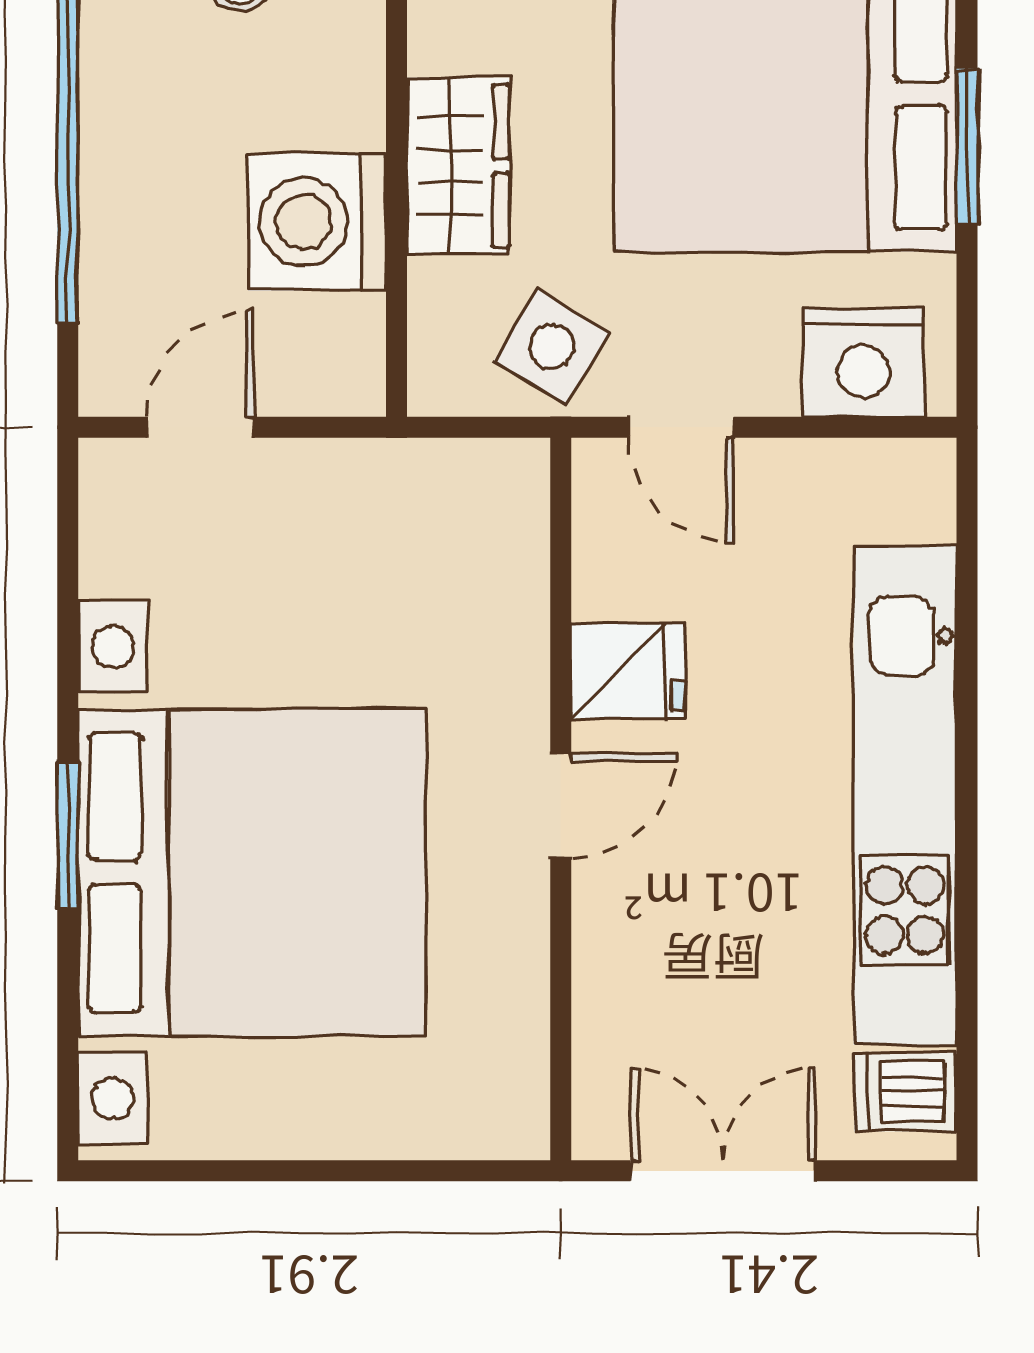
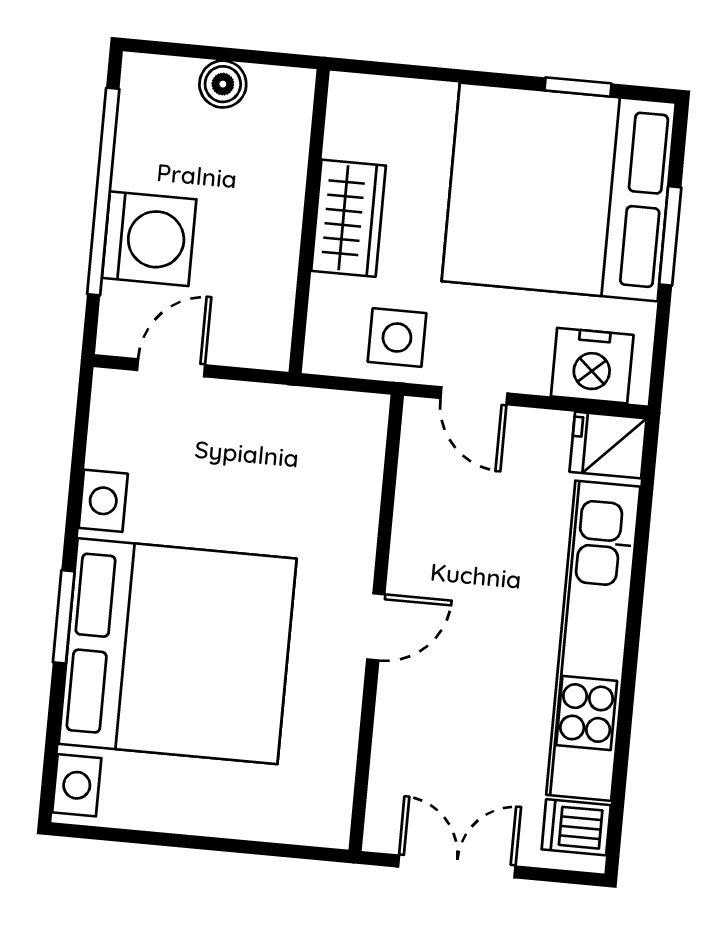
washing machine: (317, 222) -> (149, 239), moved, turned 180
side table: (552, 347) -> (397, 338), turned -31
fridge: (628, 671) -> (608, 445), moved, turned 180

